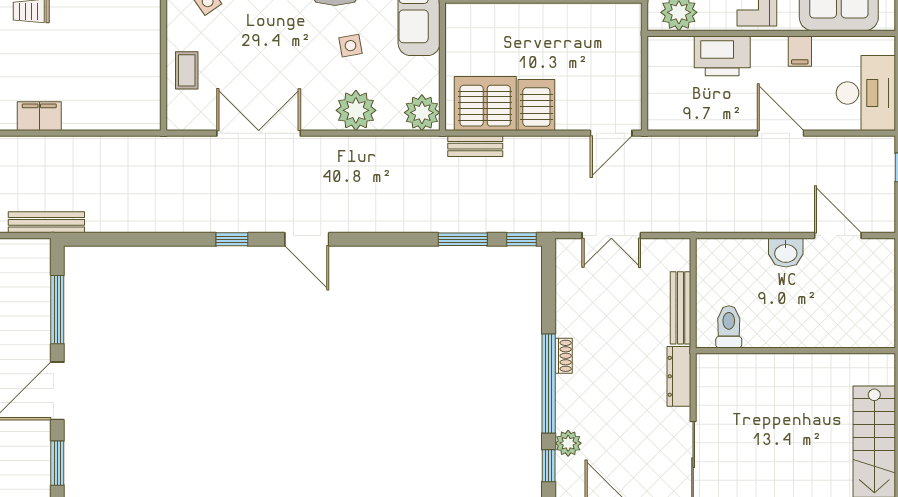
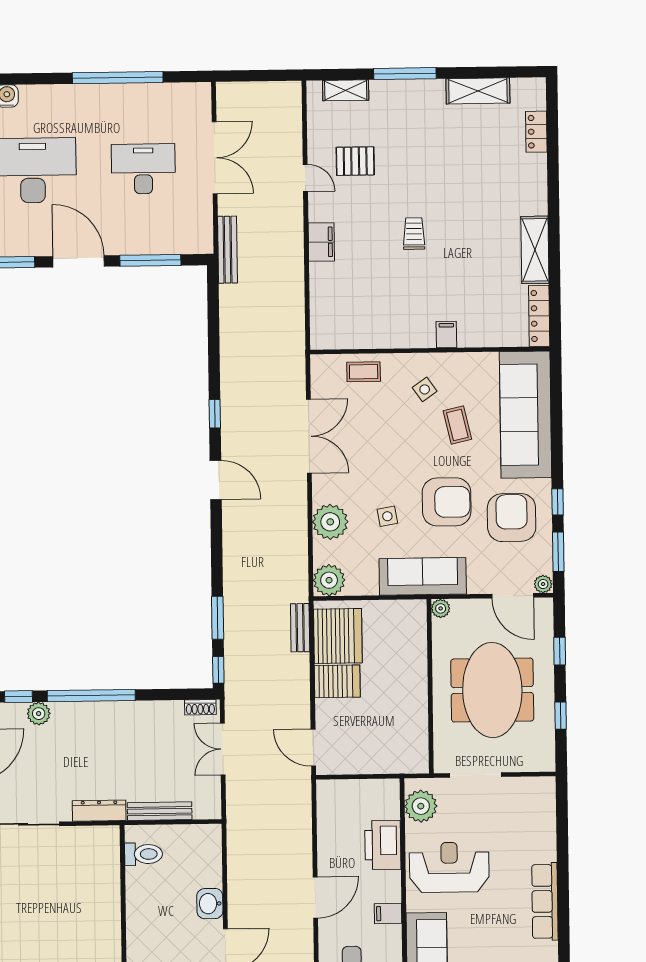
door: (307, 239) -> (216, 480), swing flipped
shoe rack: (564, 356) -> (200, 707), moved

